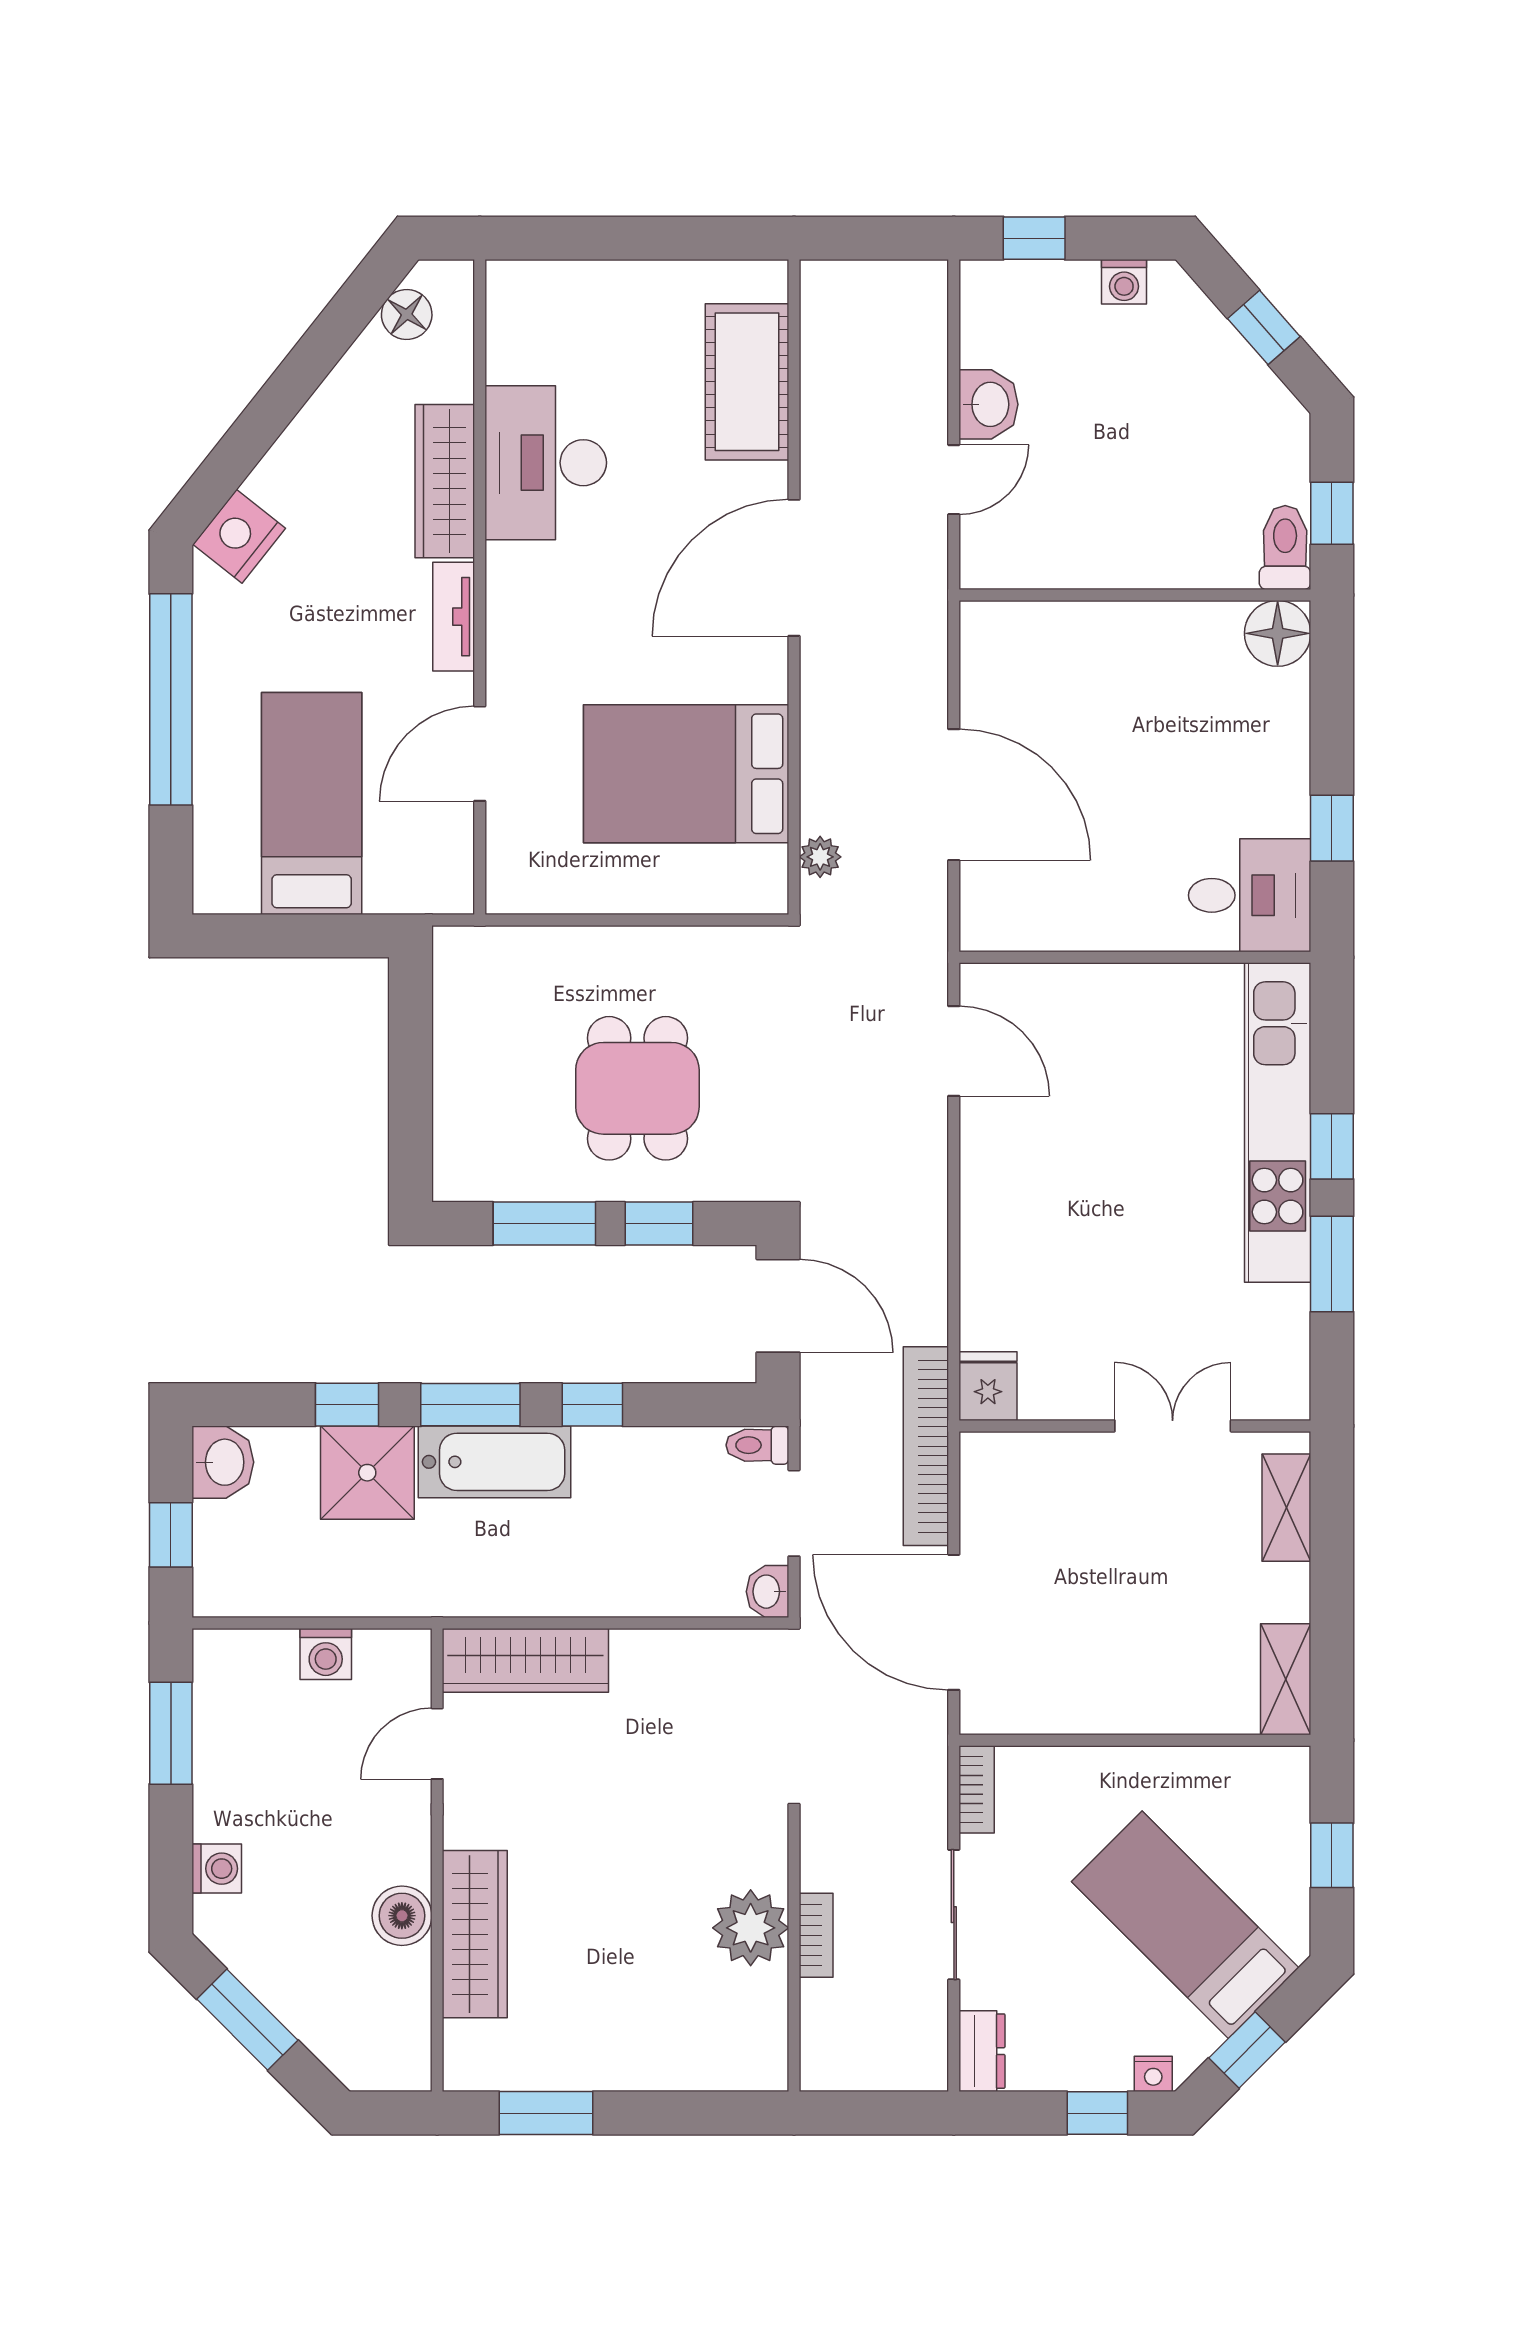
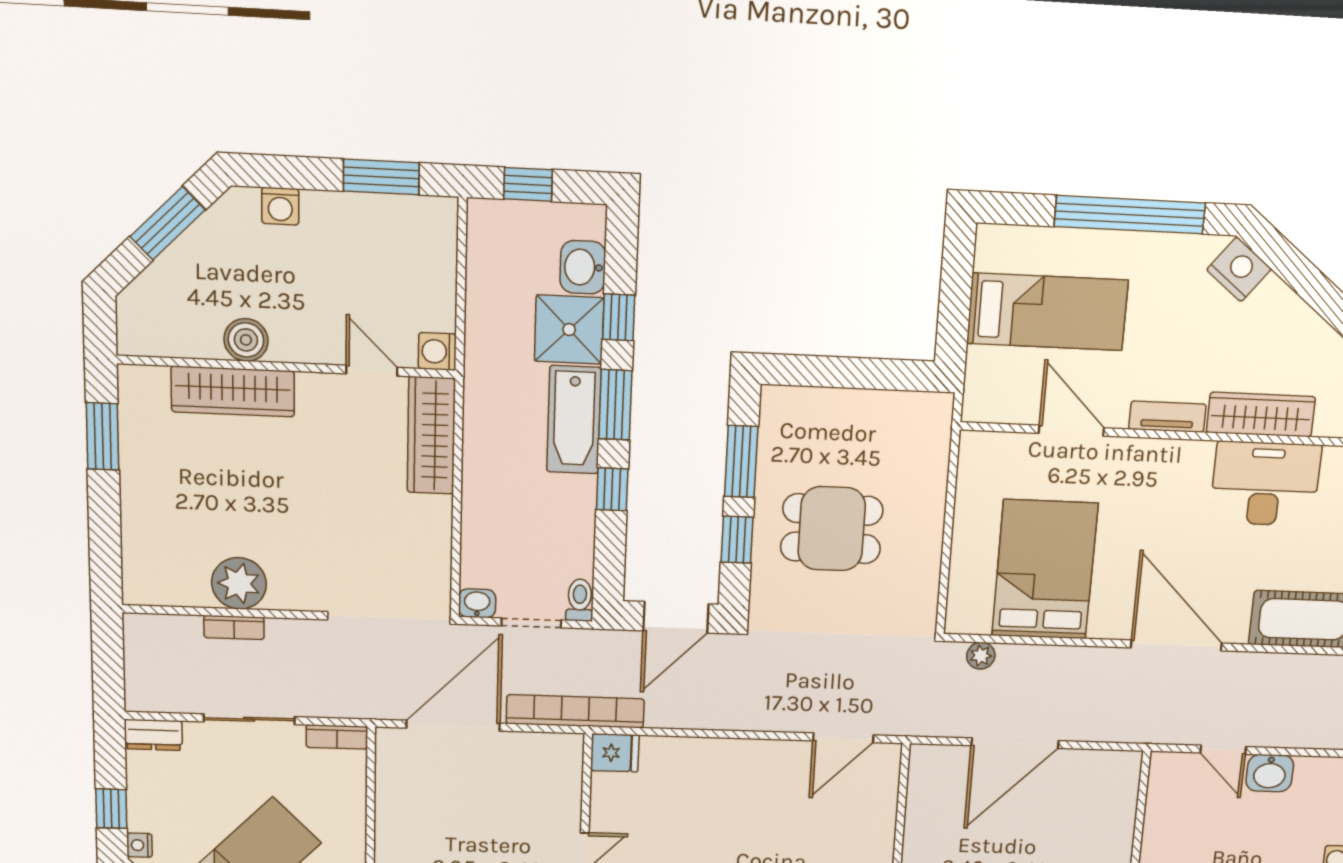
washbasin: (223, 1462) -> (583, 267), moved, turned 90
washing machine: (326, 1654) -> (437, 351), moved

